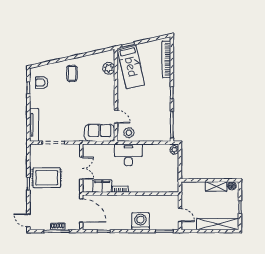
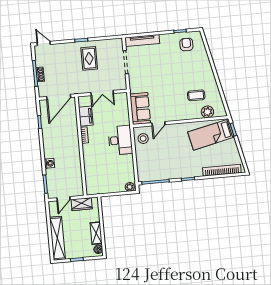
coffee table: (72, 73) -> (196, 95), moved
rug: (47, 178) -> (89, 58), width x0.73, depth x0.70
wardrobe: (187, 198) -> (82, 204), added
door: (28, 220) -> (44, 44), hinge flipped
washing machine: (140, 221) -> (49, 163), width x0.53, depth x0.53

